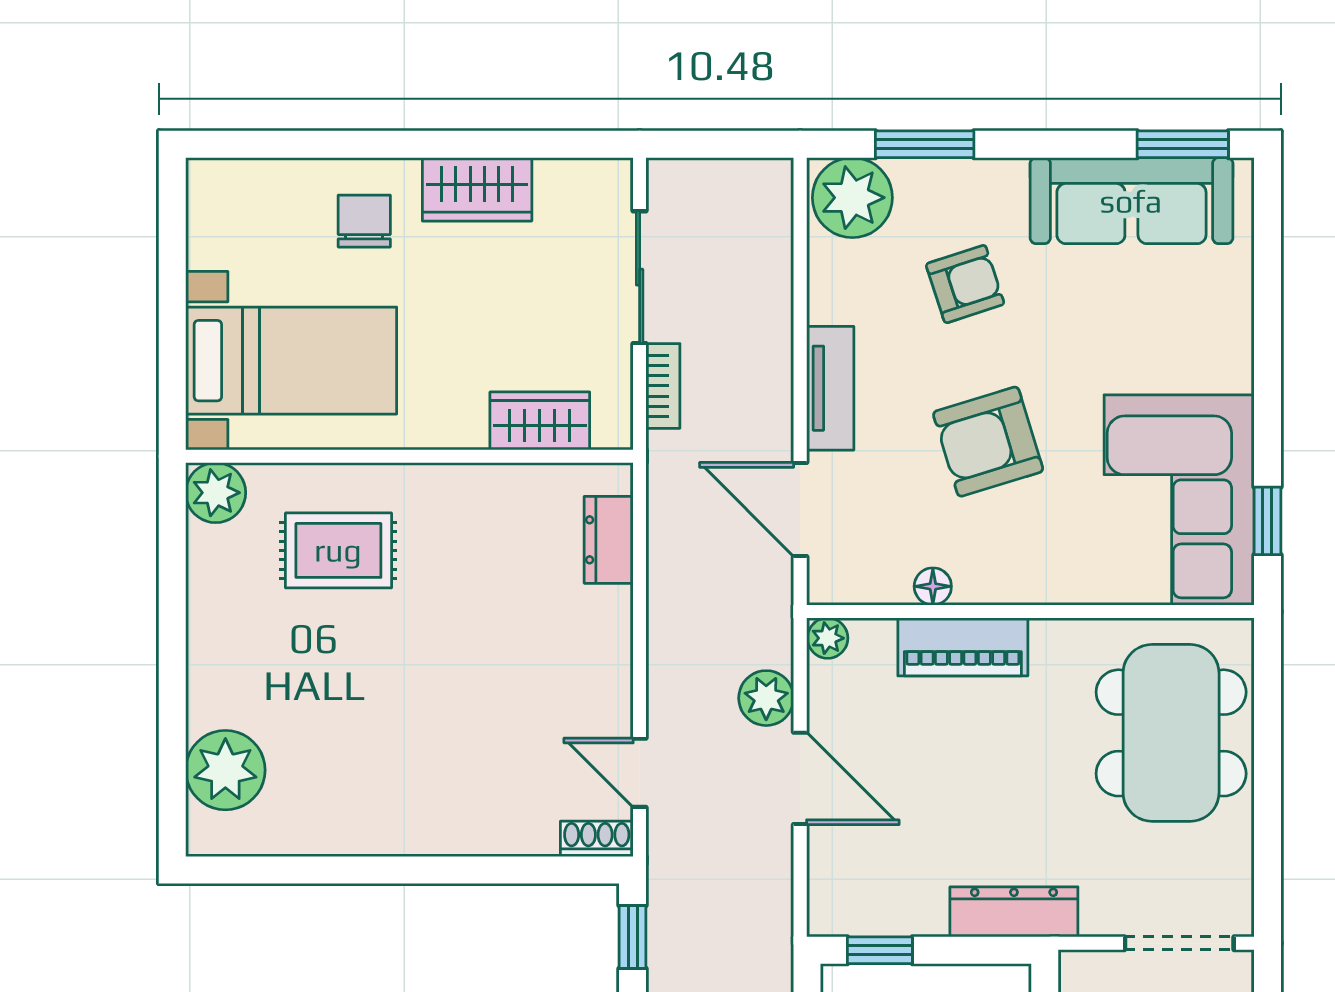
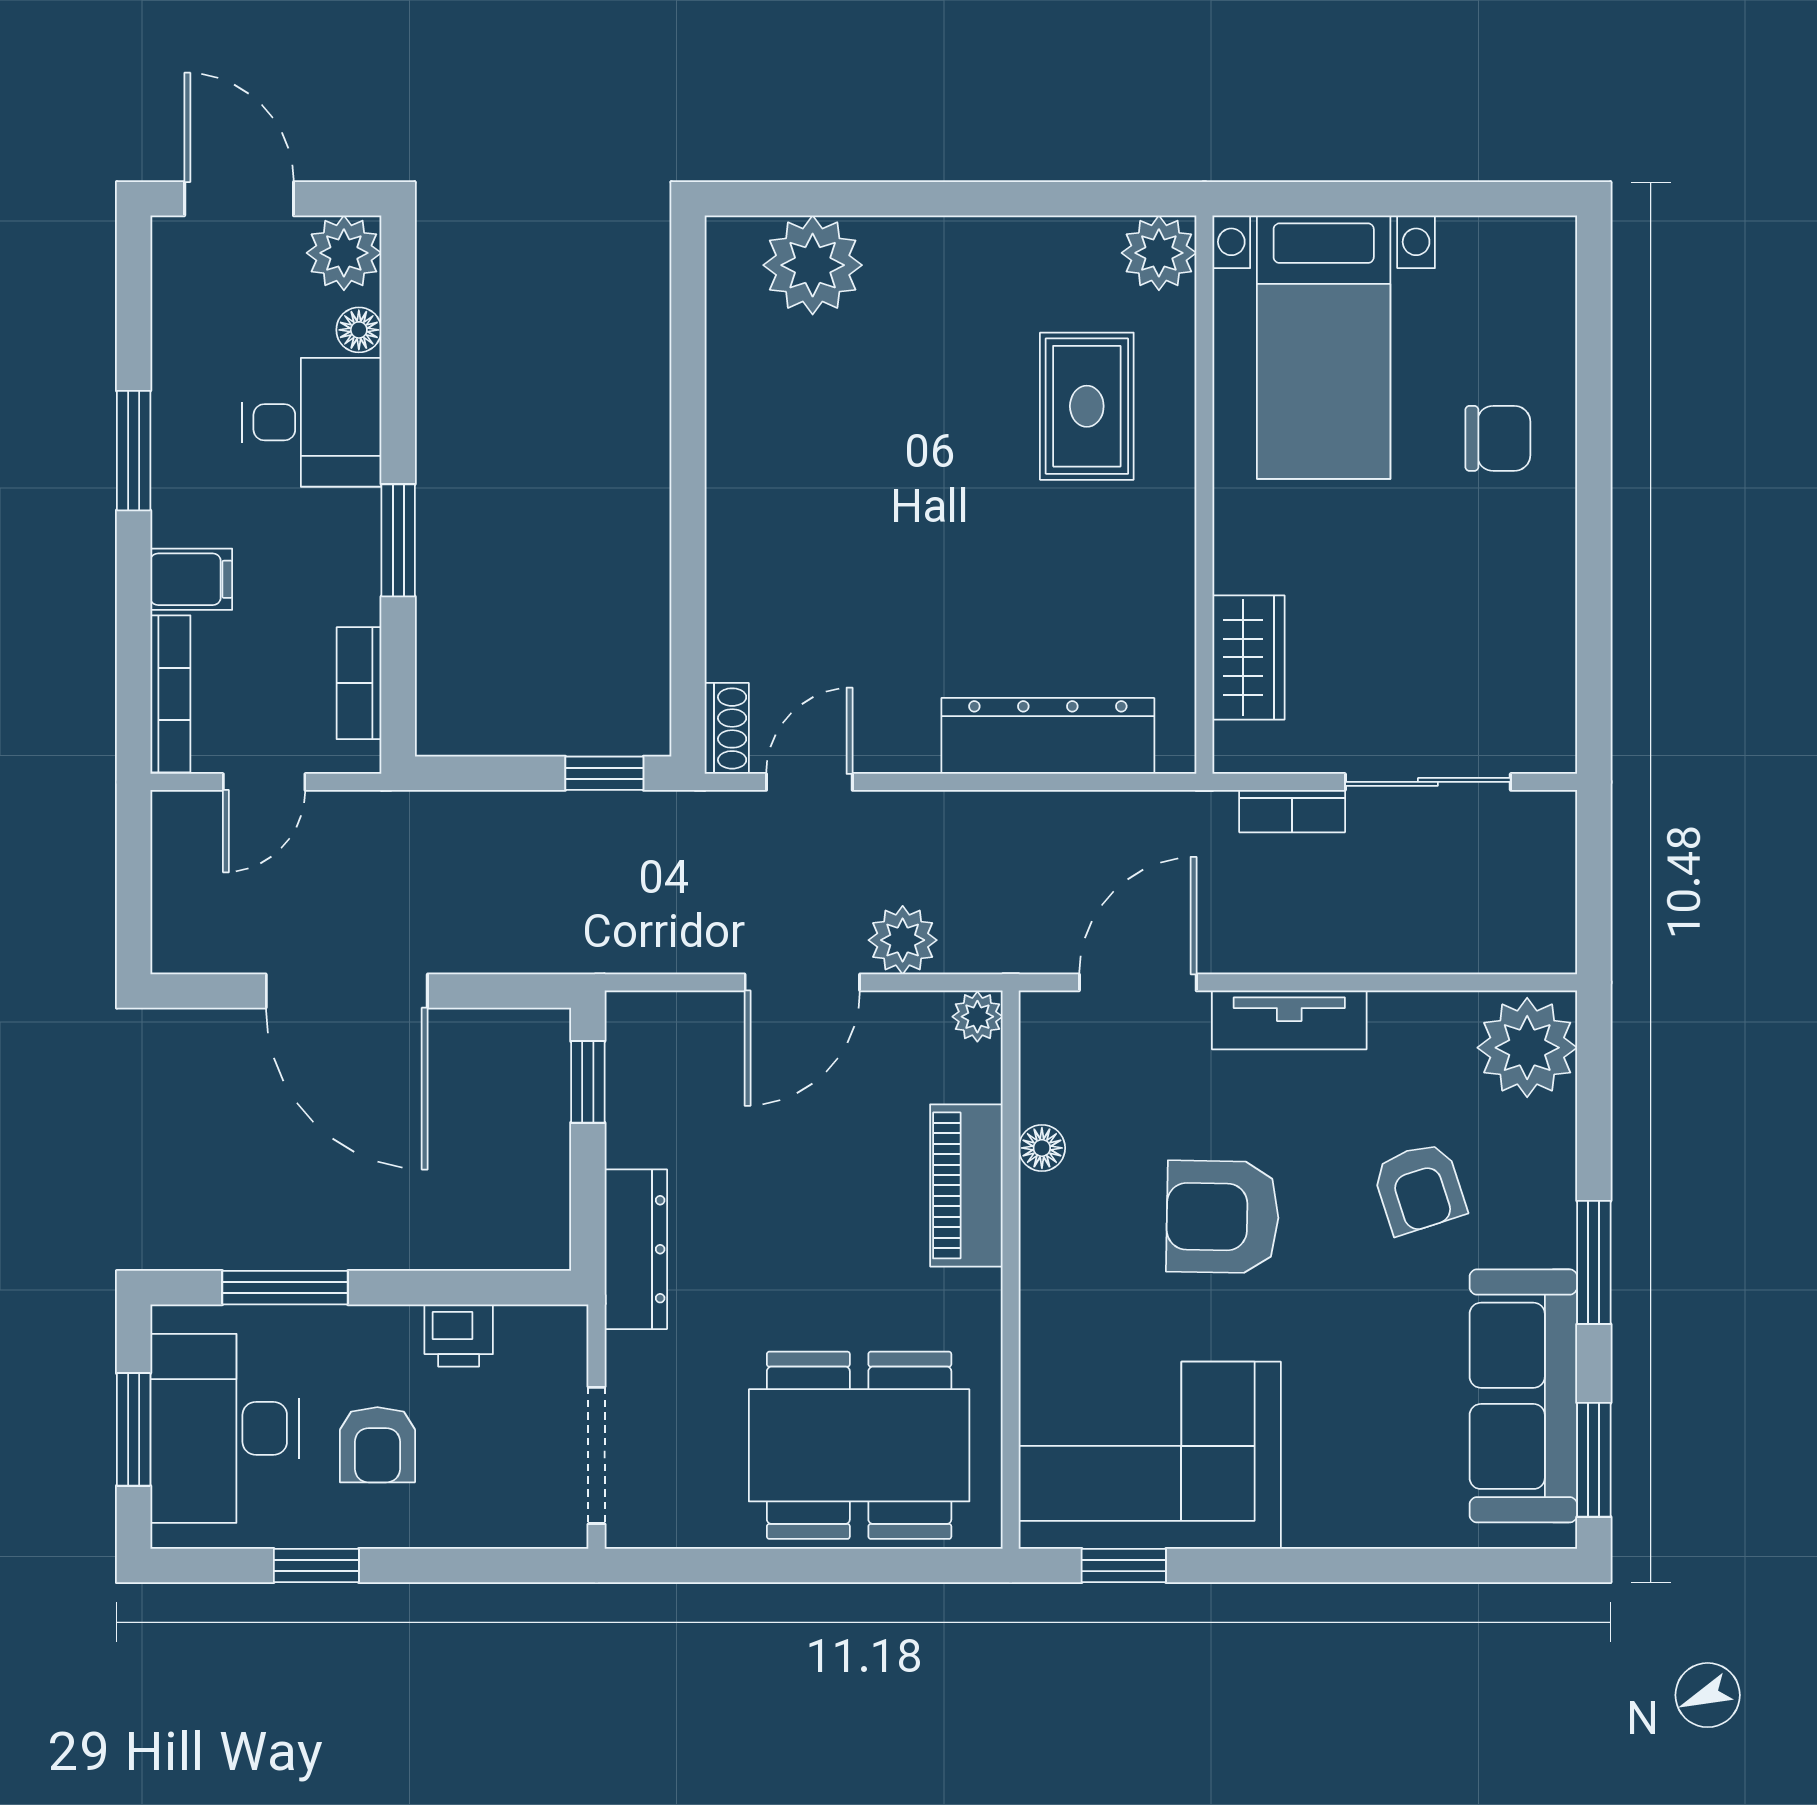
window: (925, 144) -> (1594, 1262), moved
wardrobe: (477, 189) -> (1538, 579), removed
armchair: (988, 442) -> (1223, 1217), turned -72
dresser: (609, 540) -> (1048, 736), width x1.96, depth x1.24

